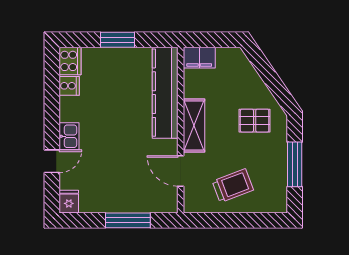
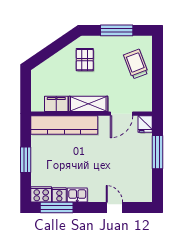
filing cabinet: (199, 58) -> (56, 104), moved, turned -90
window: (52, 82) -> (57, 208), added
kitchen sink: (69, 136) -> (77, 195), moved
trolley: (233, 186) -> (136, 64), moved
fridge: (69, 202) -> (145, 124), moved, turned -90

